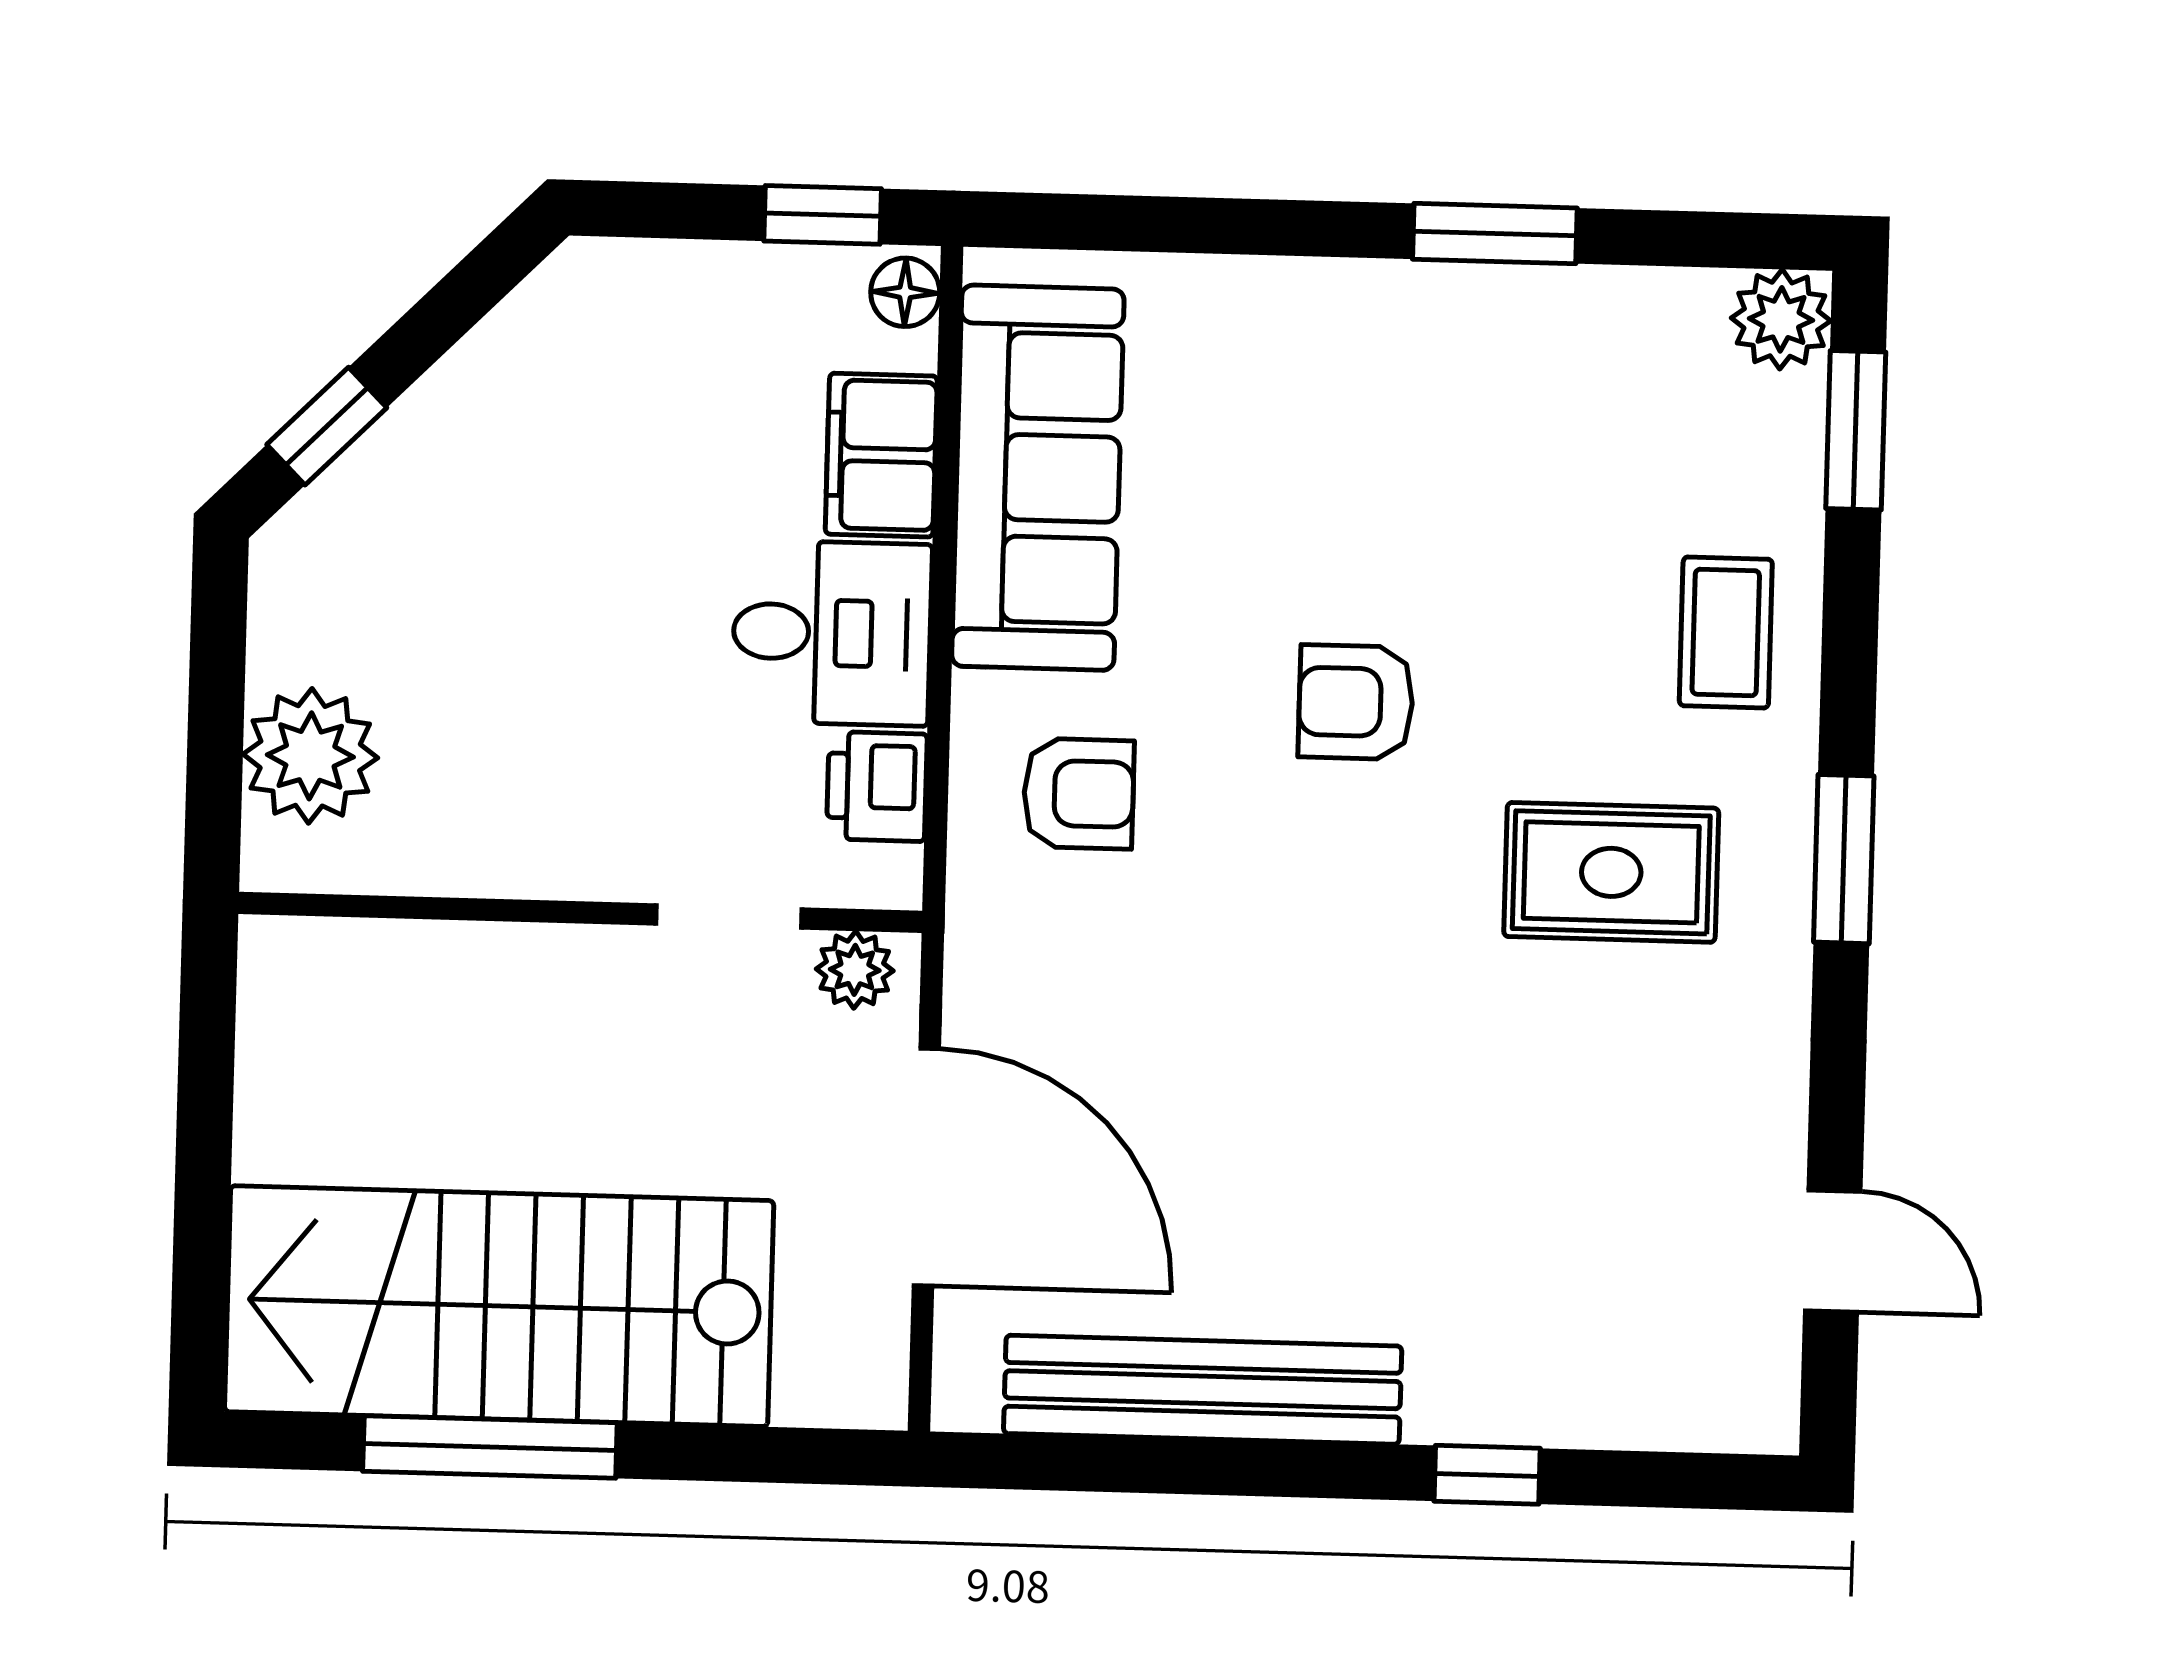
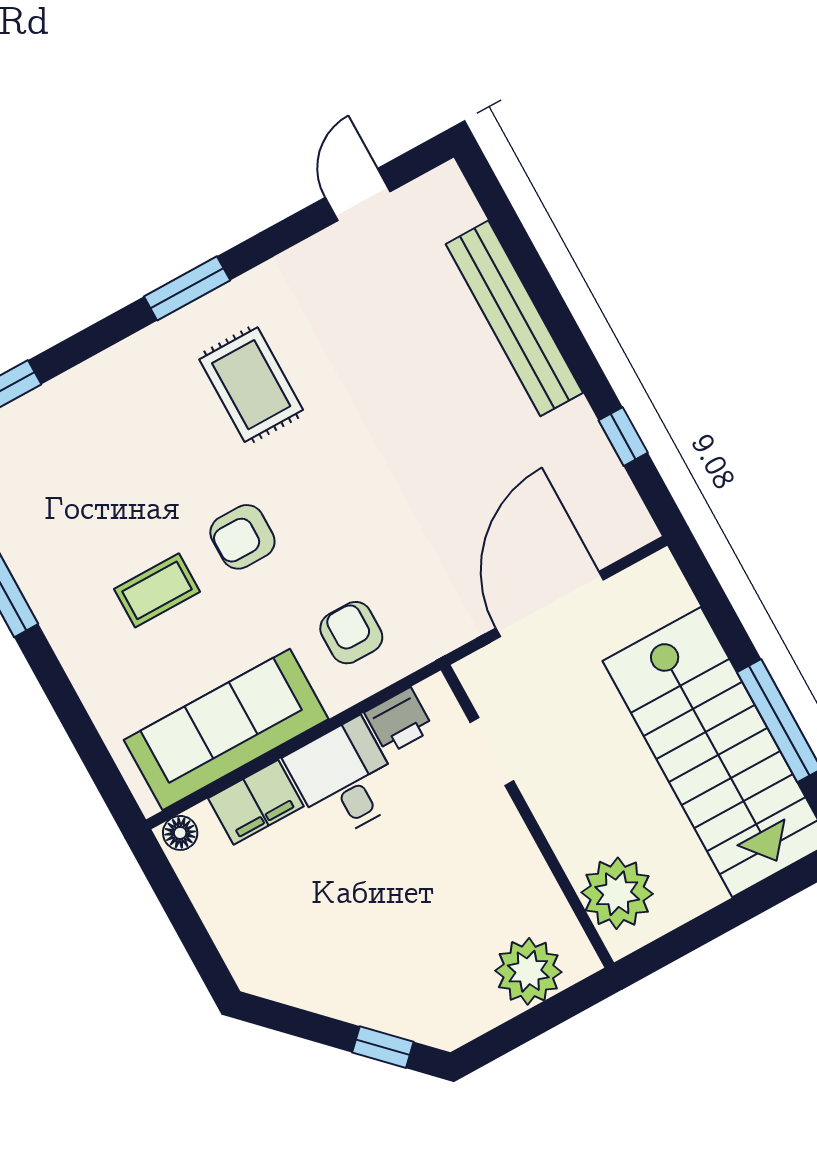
window: (823, 215) -> (168, 888), removed
coffee table: (1726, 632) -> (157, 590), moved
armchair: (1356, 702) -> (242, 537), turned 90
plant: (855, 970) -> (617, 893), moved, width x1.88, depth x1.88
bench: (1203, 1390) -> (514, 318), moved
window: (1487, 1475) -> (623, 437), moved

